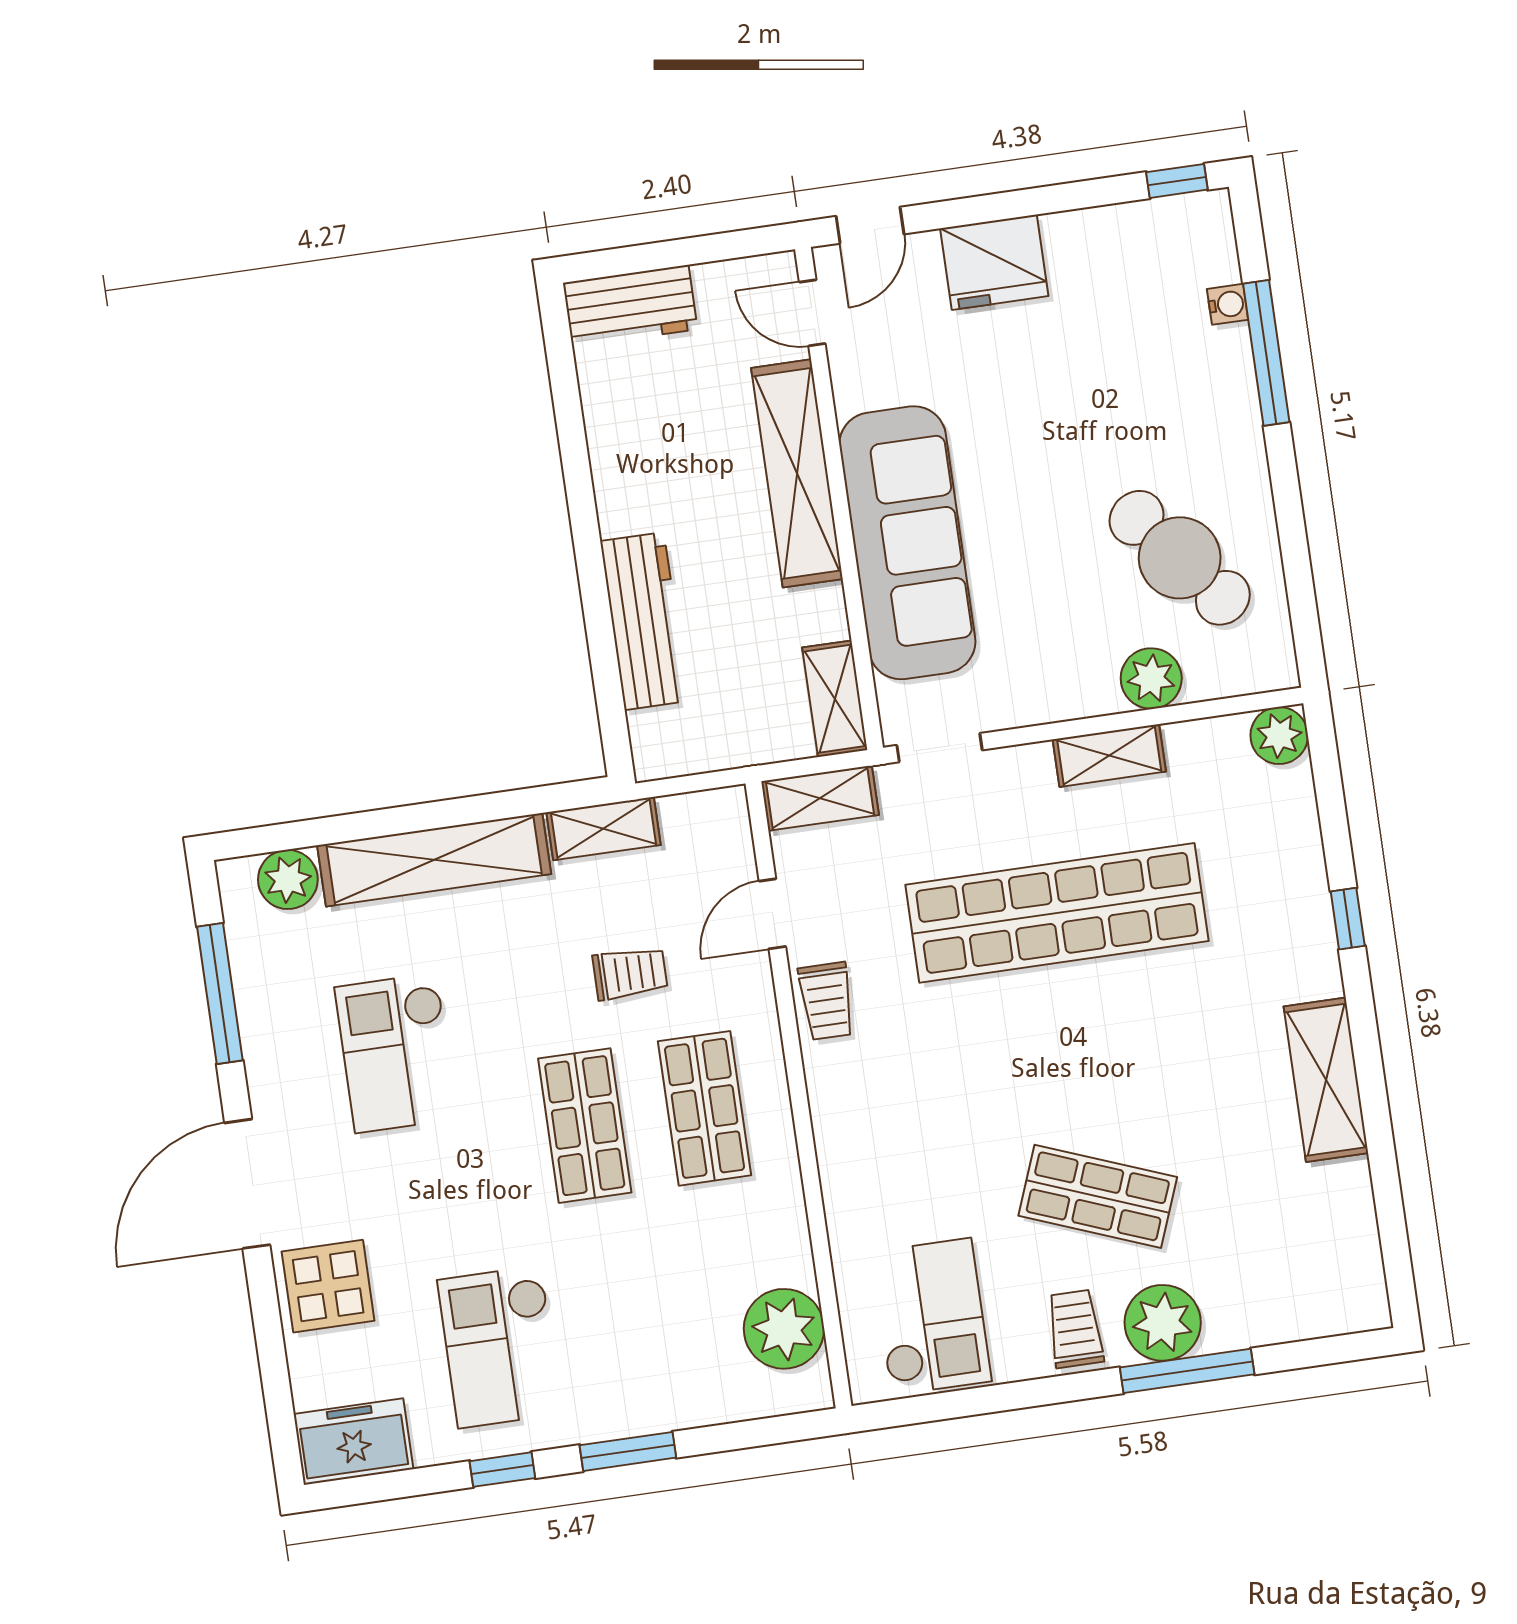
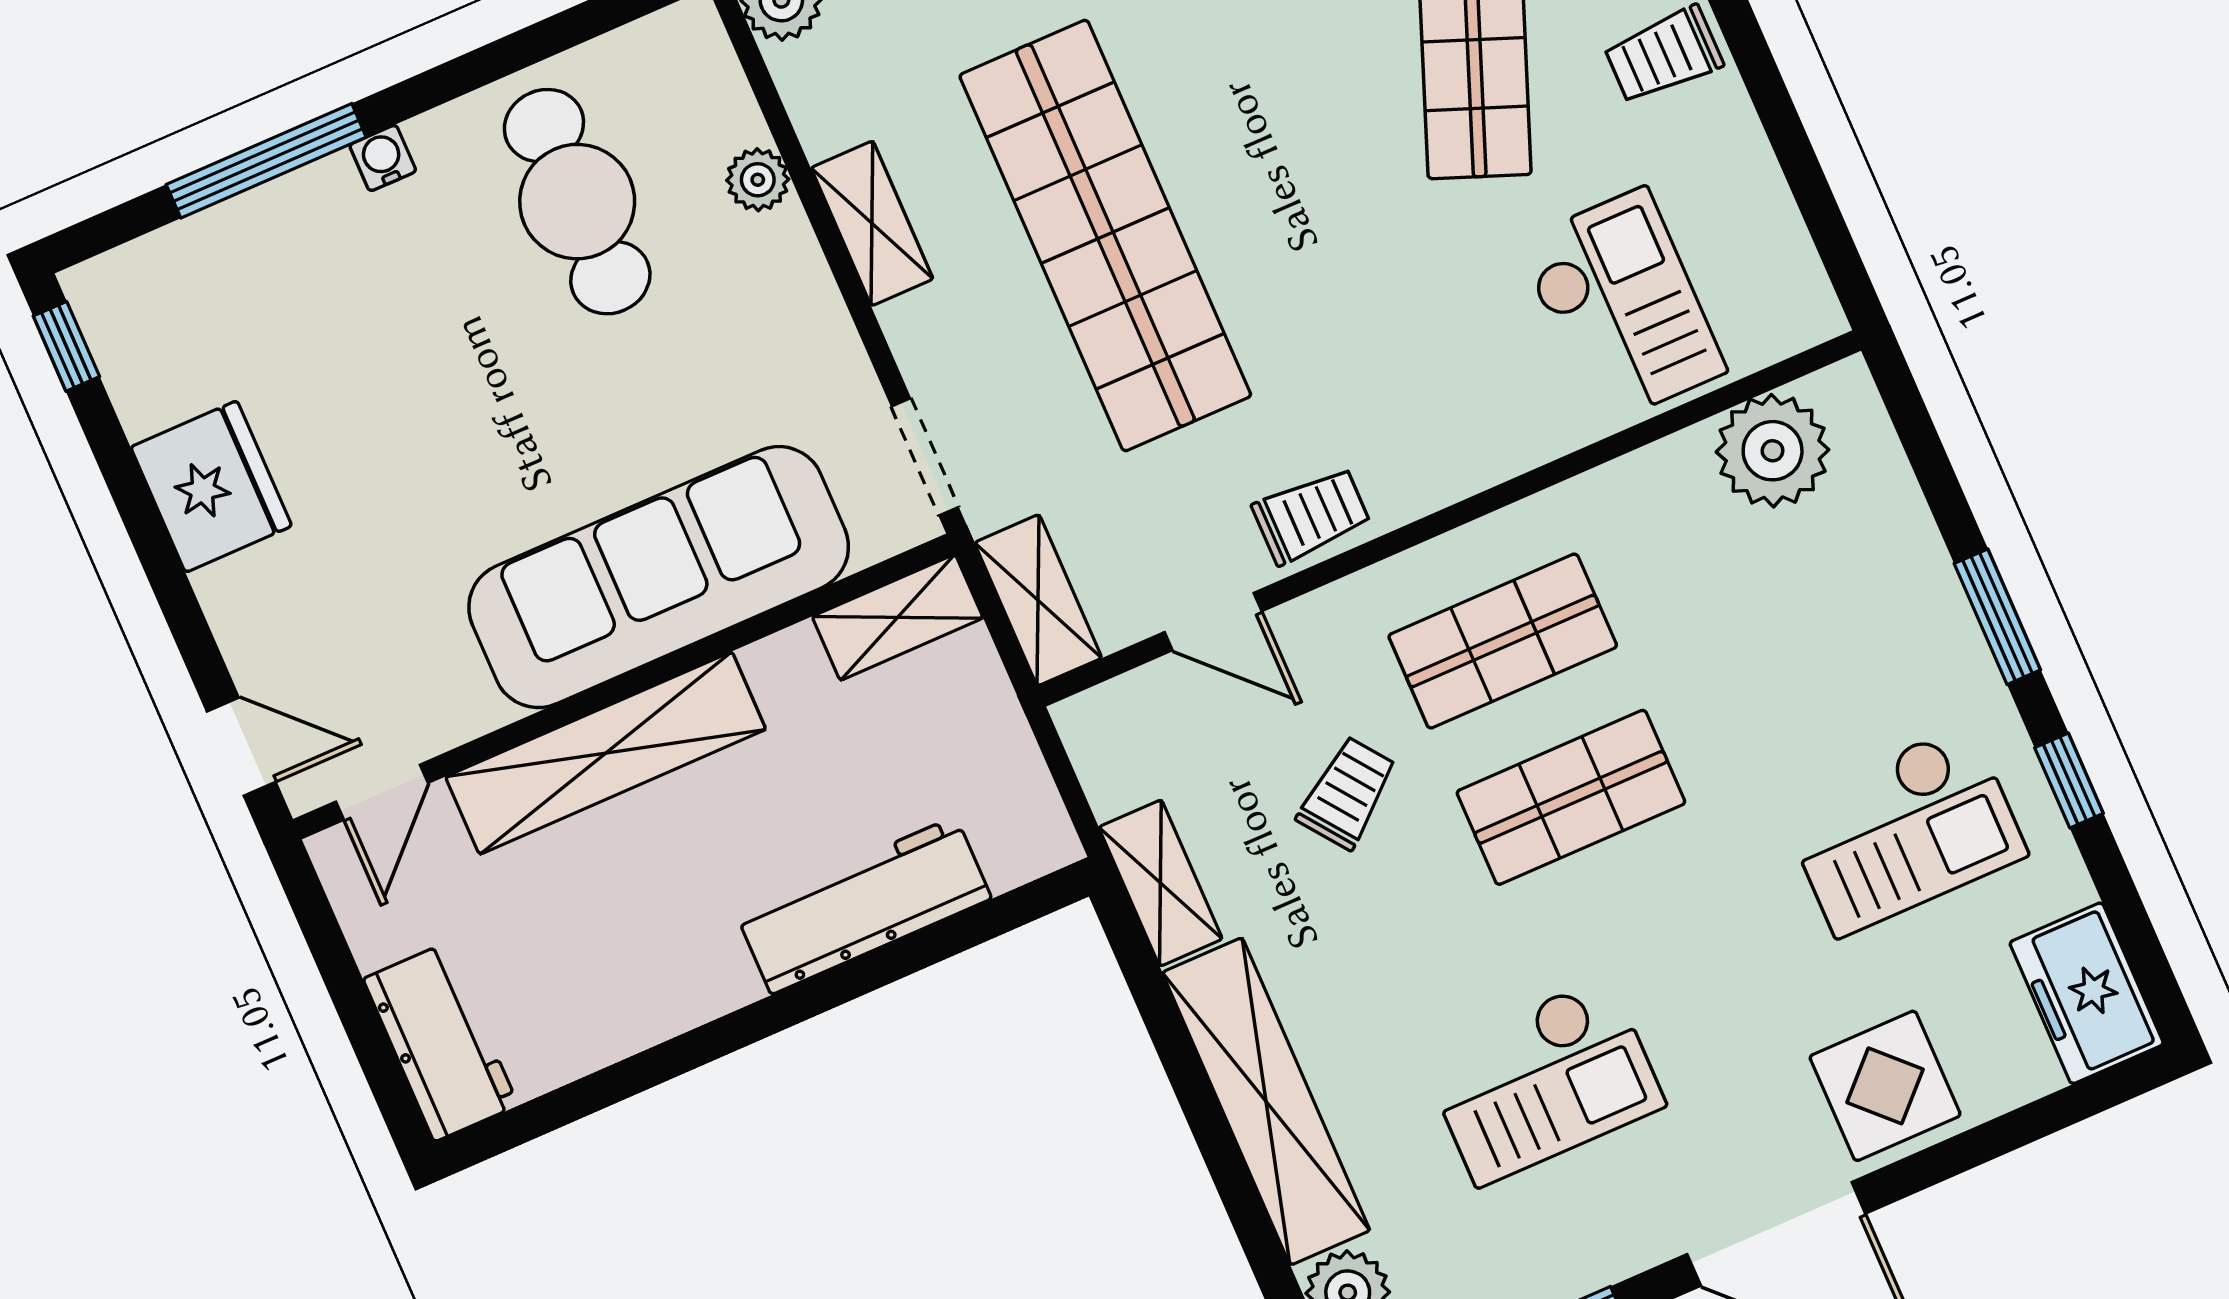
fridge: (994, 262) -> (211, 487), moved
water cooler: (1228, 304) -> (383, 158), moved
cafe table: (1180, 558) -> (577, 202), turned -51
plant: (1151, 678) -> (758, 180), width x0.73, depth x0.73
trolley: (630, 973) -> (1347, 793), turned 53
checkout: (931, 1317) -> (1622, 307), moved, turned 90

